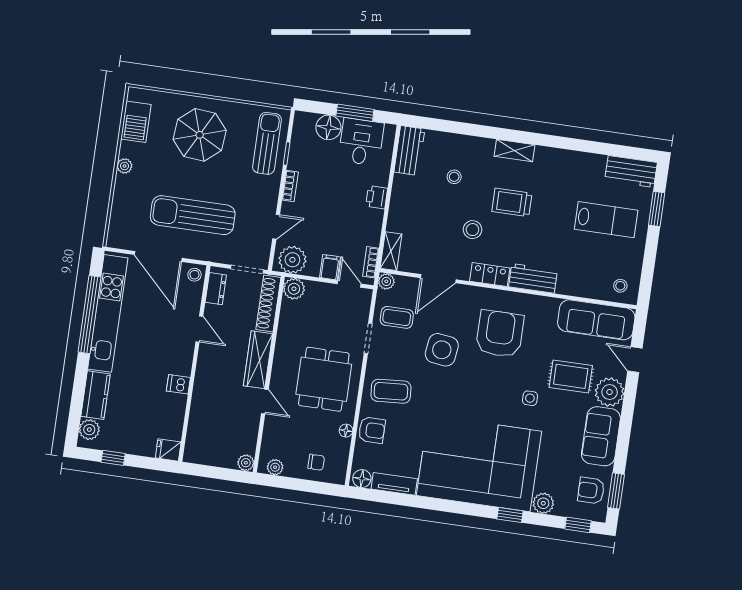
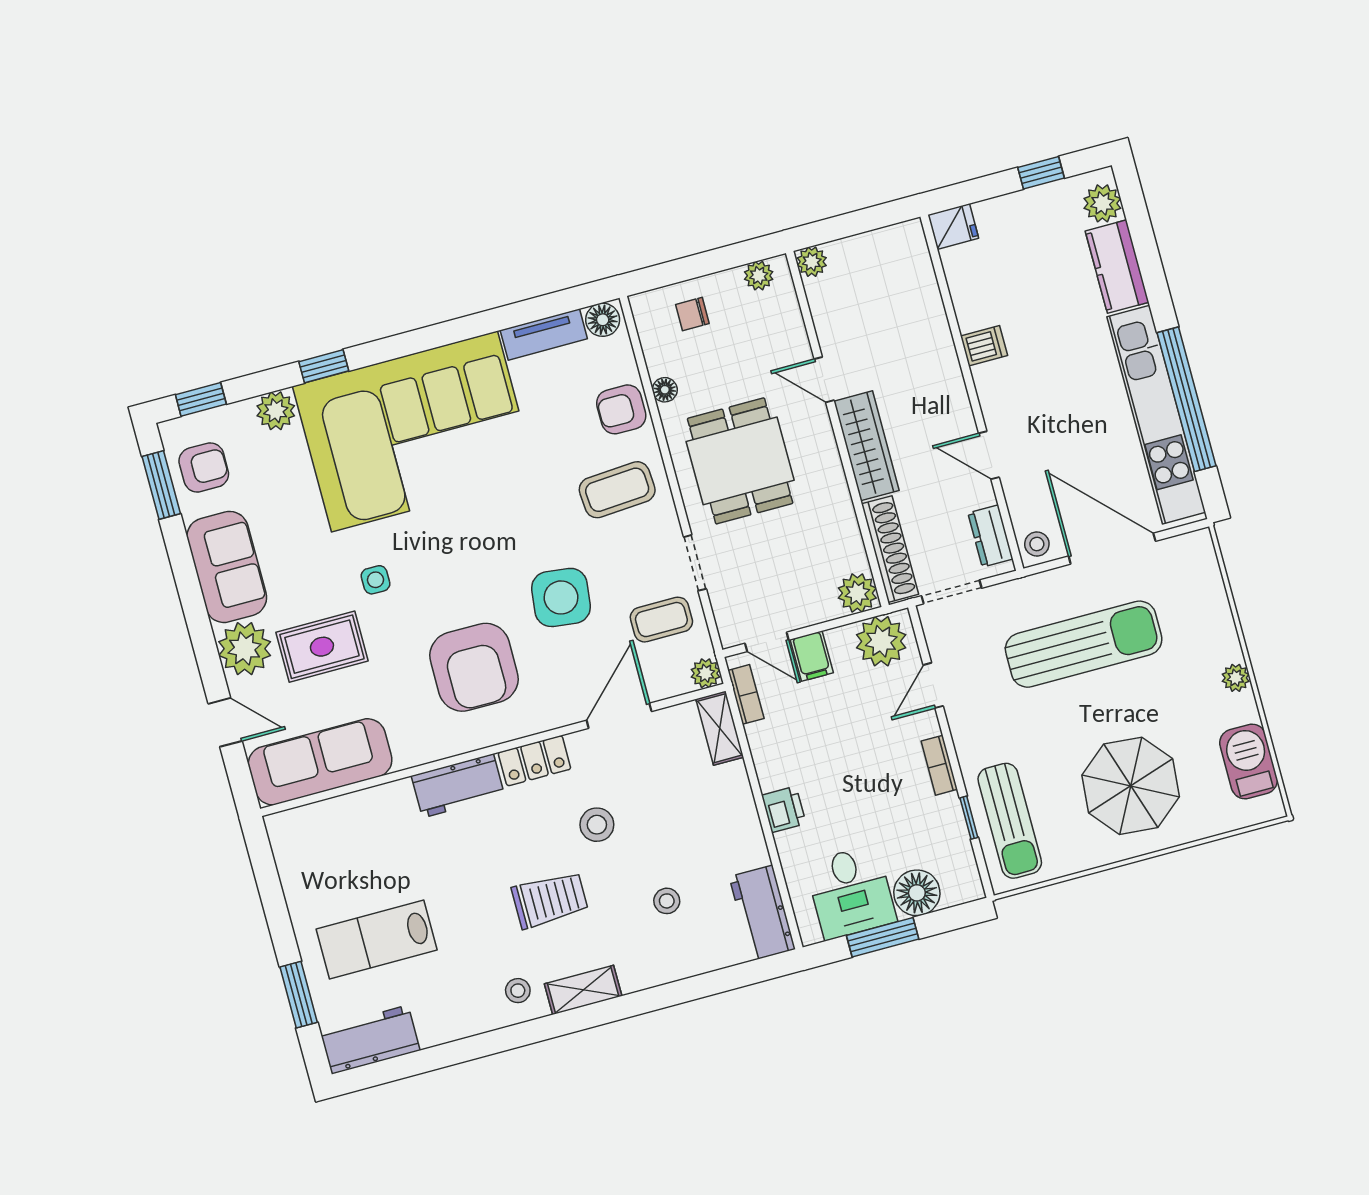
stool: (620, 286) -> (518, 991), moved

